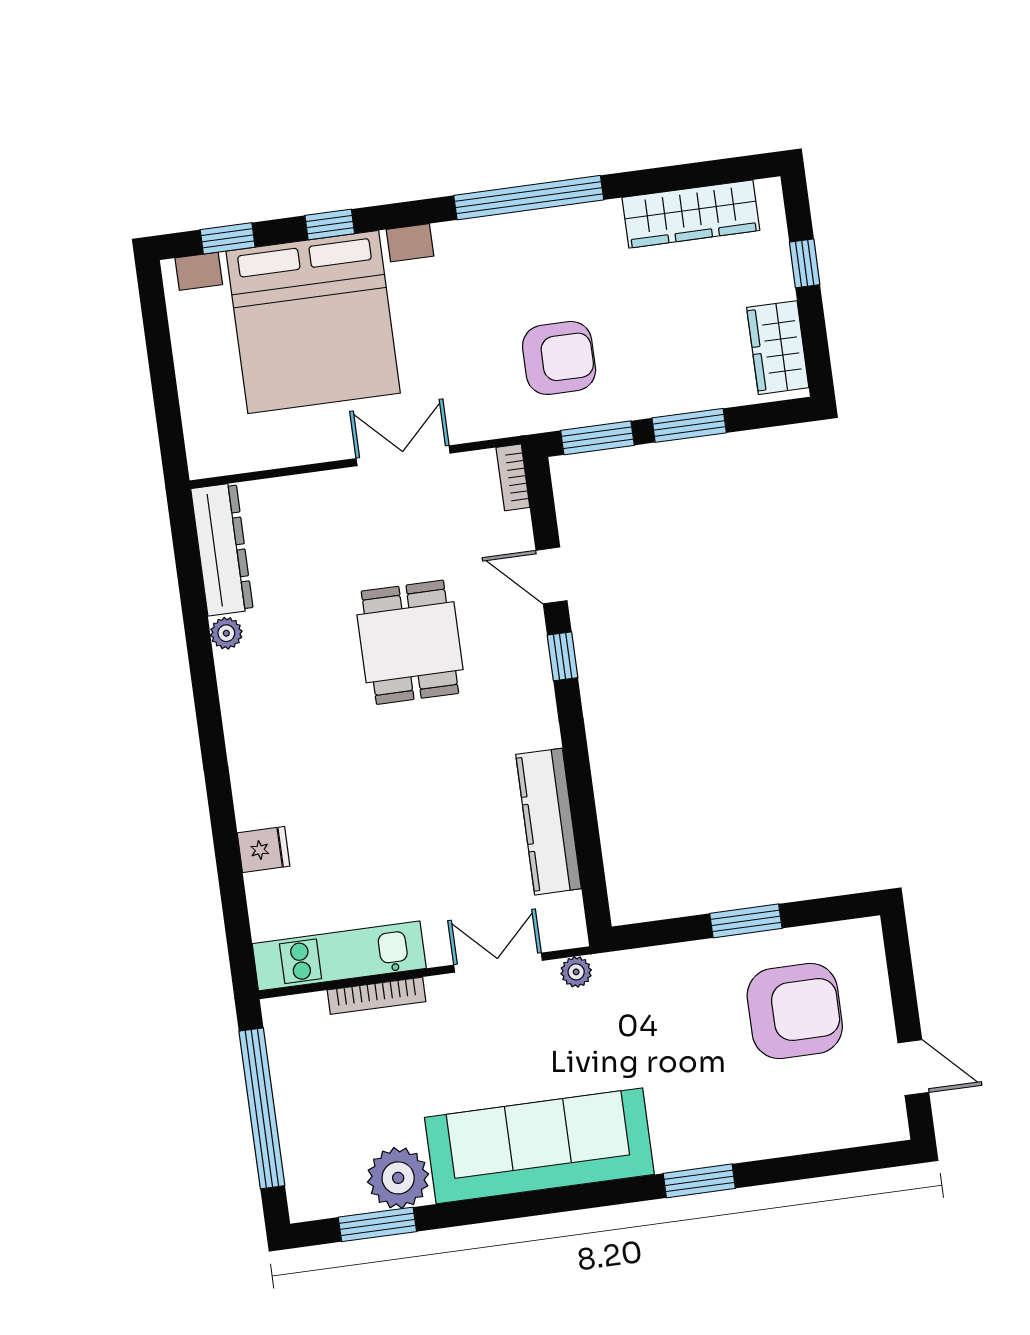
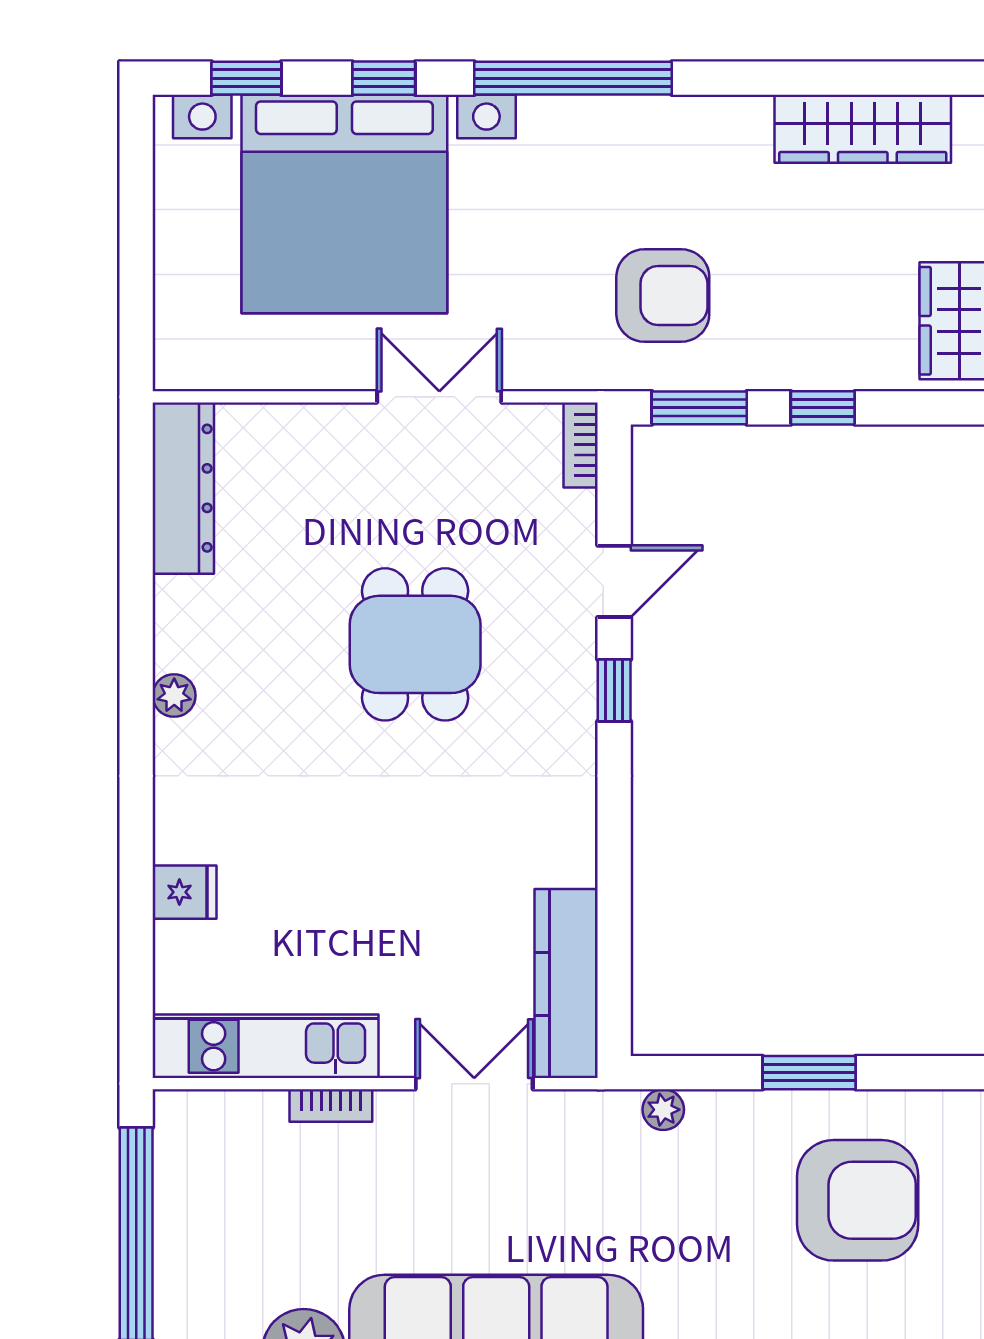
window: (529, 198) -> (573, 78), moved
window: (689, 425) -> (823, 408), width x0.67
door: (552, 575) -> (614, 581), swing flipped
plant: (226, 633) -> (174, 696), moved
kitchen counter: (549, 822) -> (566, 984), moved
plant: (576, 972) -> (663, 1110), moved
bookcase: (377, 996) -> (331, 1105), width x0.64

